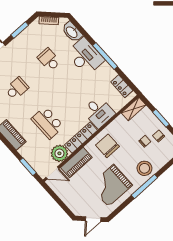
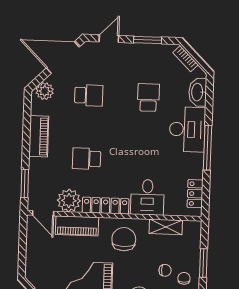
shelving: (134, 109) -> (166, 227), moved
school desk: (48, 123) -> (86, 159), width x0.54

